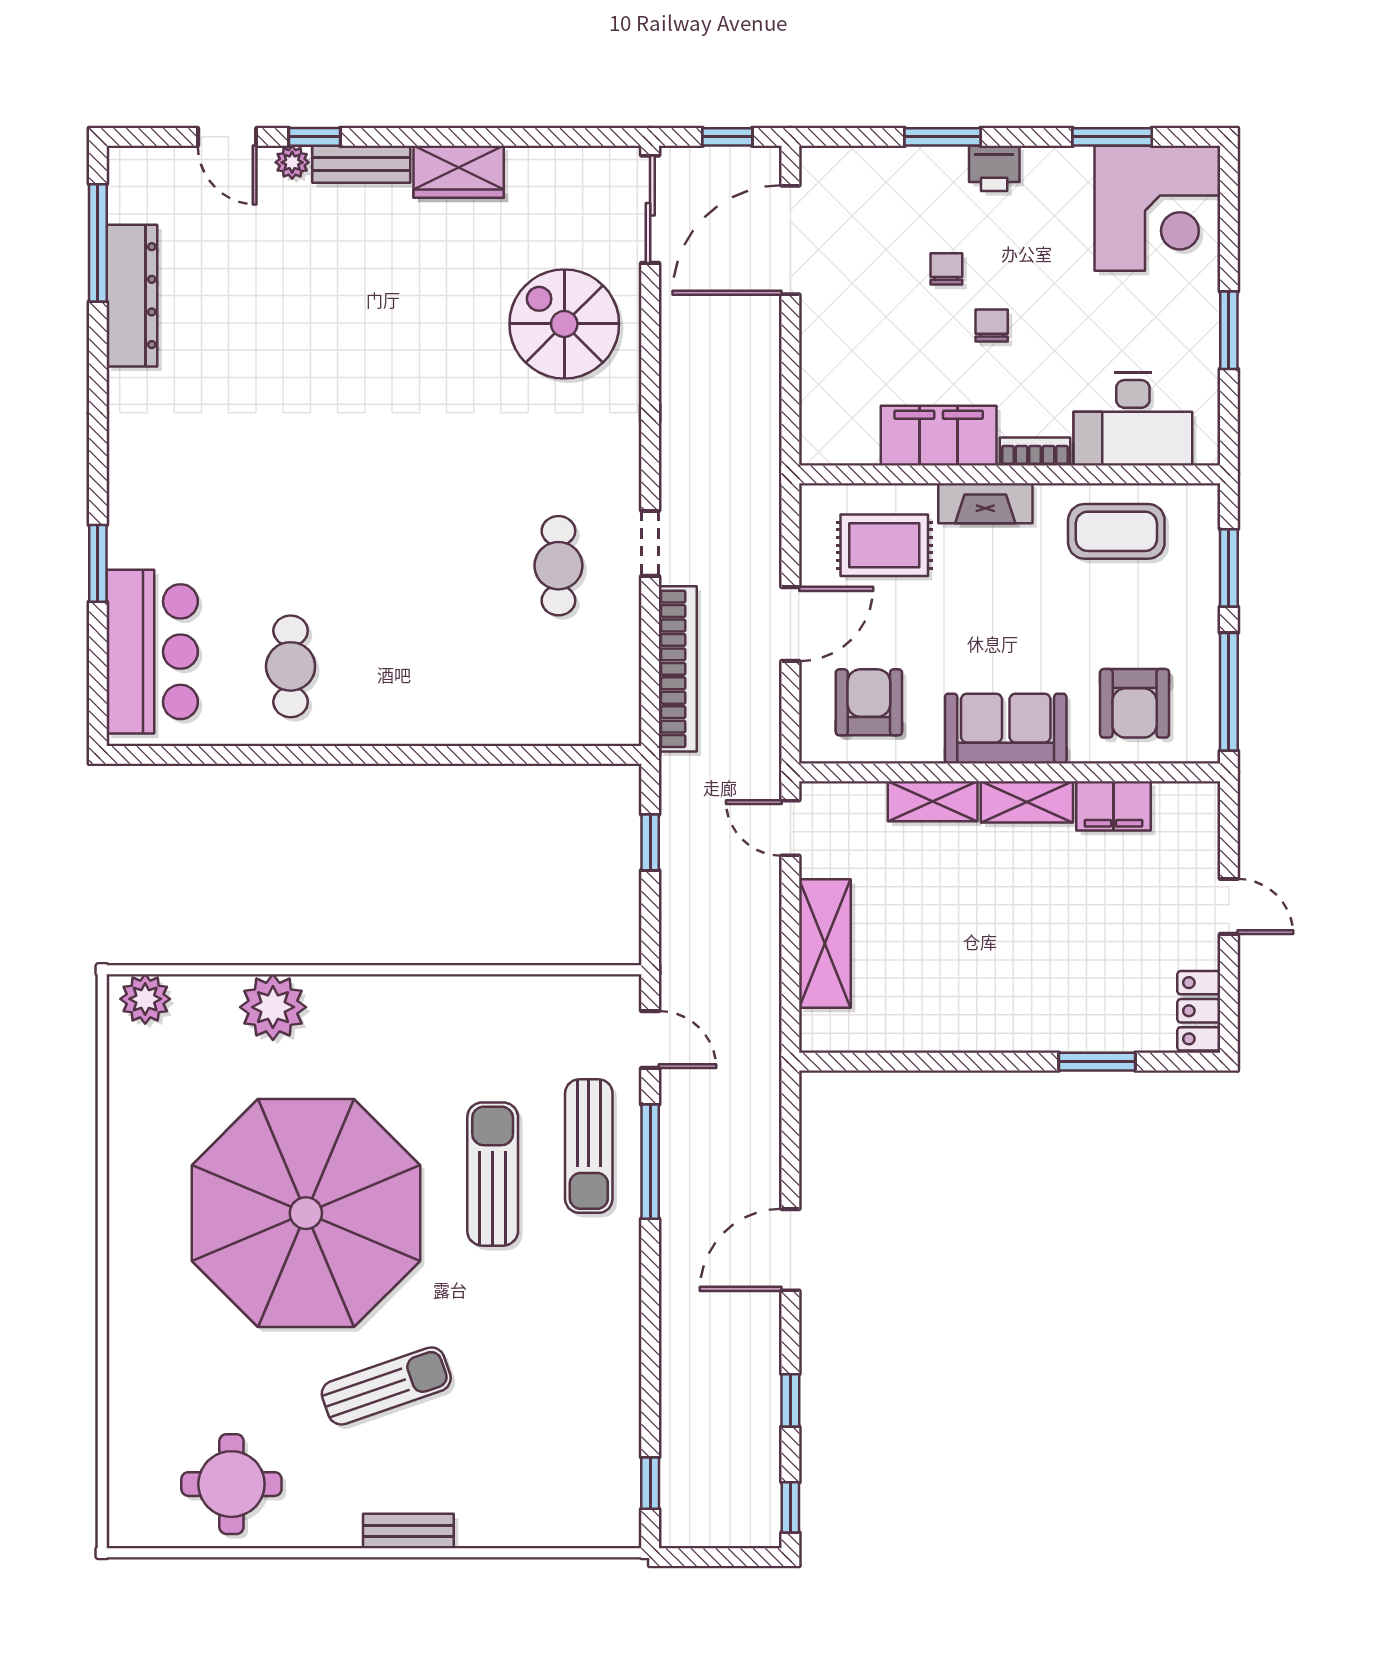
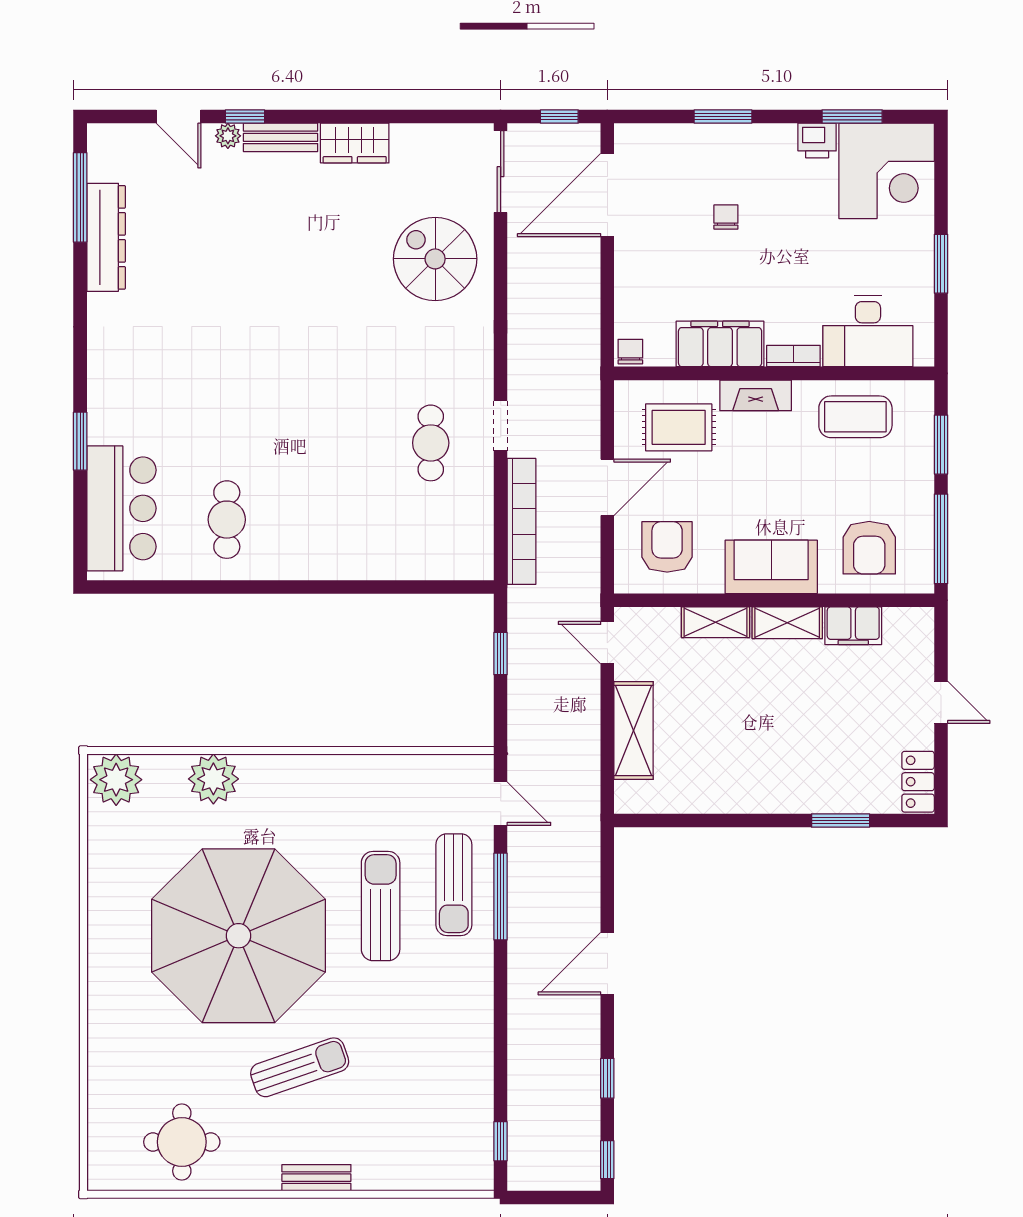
printer: (994, 168) -> (817, 141), moved
chair: (992, 326) -> (630, 352), moved
plant: (145, 999) -> (116, 780), width x1.36, depth x1.36

